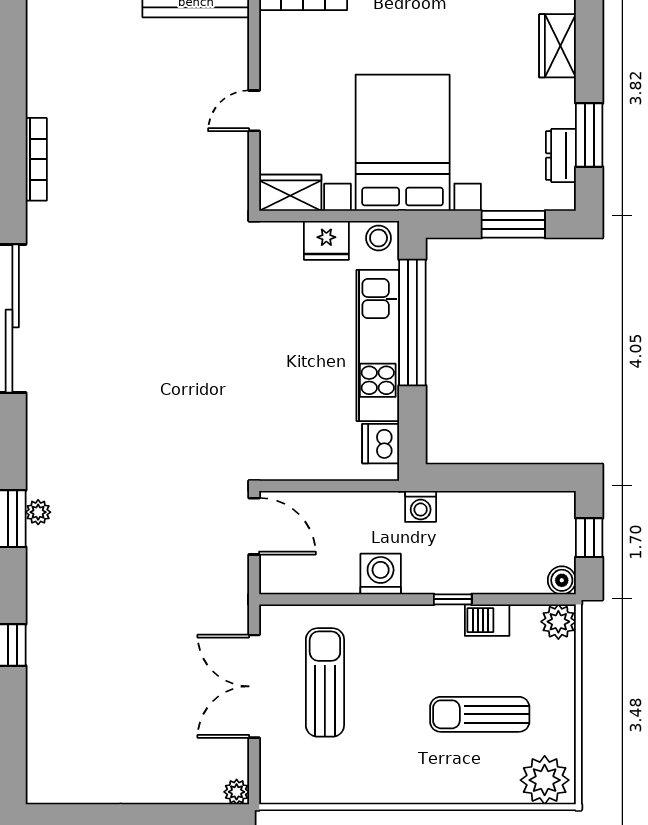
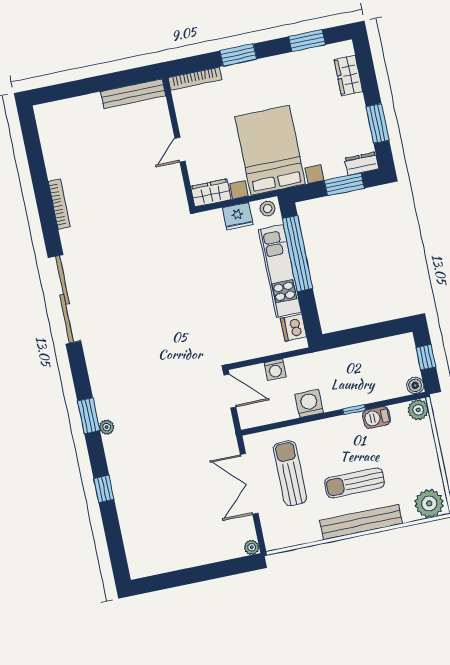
dresser: (561, 155) -> (362, 164), moved, turned 90
washing machine: (421, 506) -> (275, 370), moved
plant: (38, 512) -> (107, 427), moved
sun lounger: (480, 714) -> (355, 483), moved
bench: (426, 787) -> (361, 522), added

